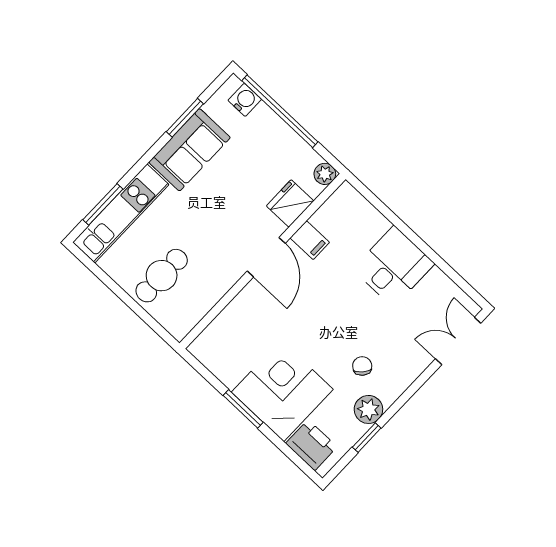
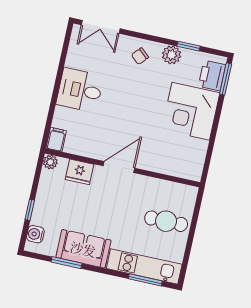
window: (280, 111) -> (30, 210), width x0.32
filing cabinet: (310, 240) -> (56, 139), moved
chair: (362, 366) -> (140, 56), moved
window: (243, 409) -> (226, 79), moved

